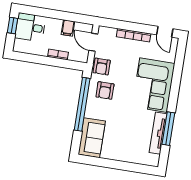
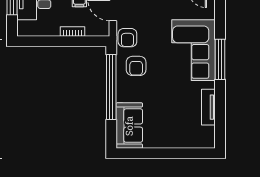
window: (168, 129) -> (220, 59), moved
tv unit: (158, 133) -> (208, 107), width x0.71

